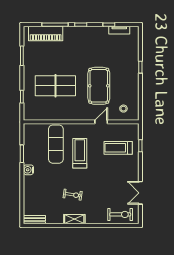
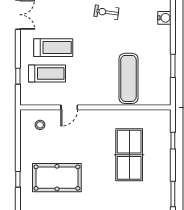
table tennis table: (55, 86) -> (129, 155), turned 90
pool table: (99, 86) -> (57, 178), moved, turned 90
treadmill: (80, 153) -> (53, 48), moved, turned -90
water cooler: (28, 170) -> (164, 18), moved

